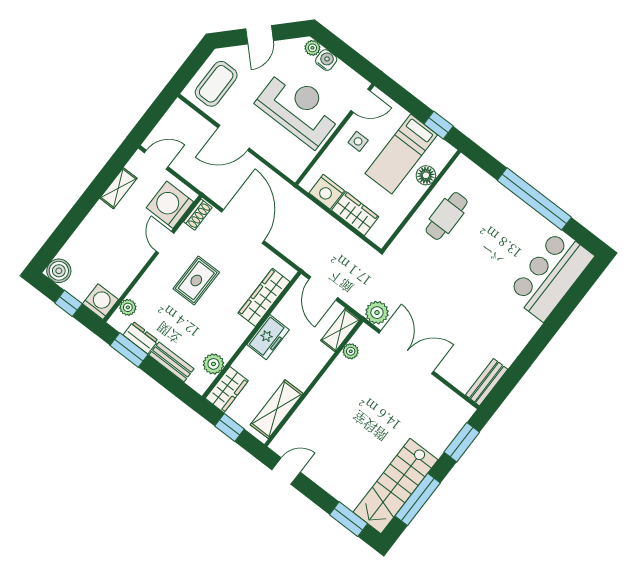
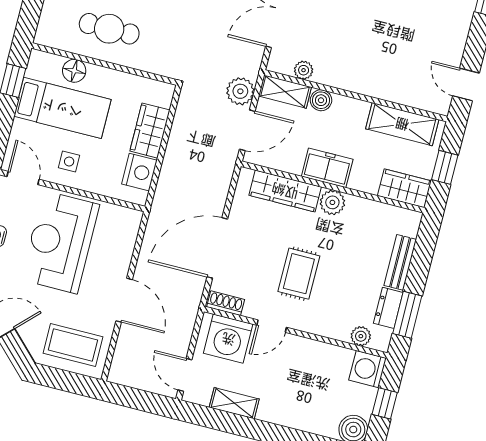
rug: (196, 281) -> (299, 274), turned 90
plant: (377, 313) -> (240, 91), moved
boiler: (322, 355) -> (321, 100), added
plant: (213, 364) -> (332, 202), moved

